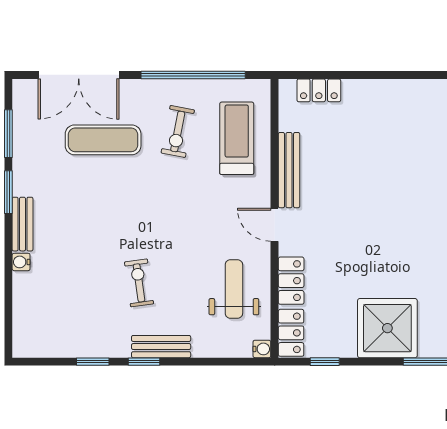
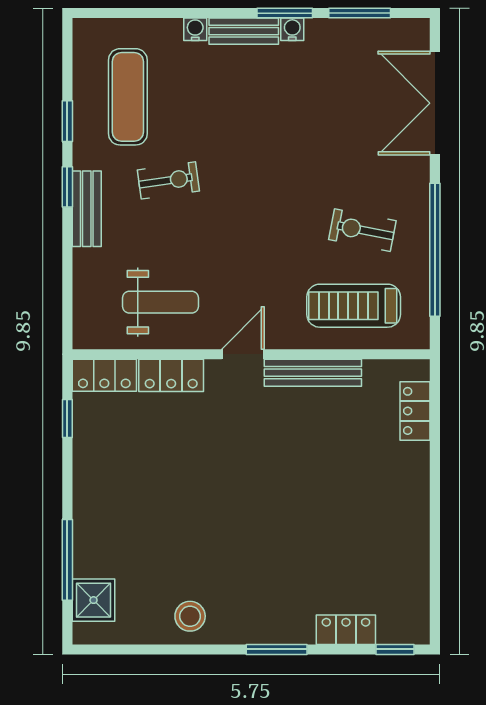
treadmill: (237, 138) -> (354, 306), turned 180
exercise mat: (103, 140) -> (128, 97), moved
shower: (387, 328) -> (110, 499), removed
water cooler: (262, 349) -> (292, 29), moved, turned 180

